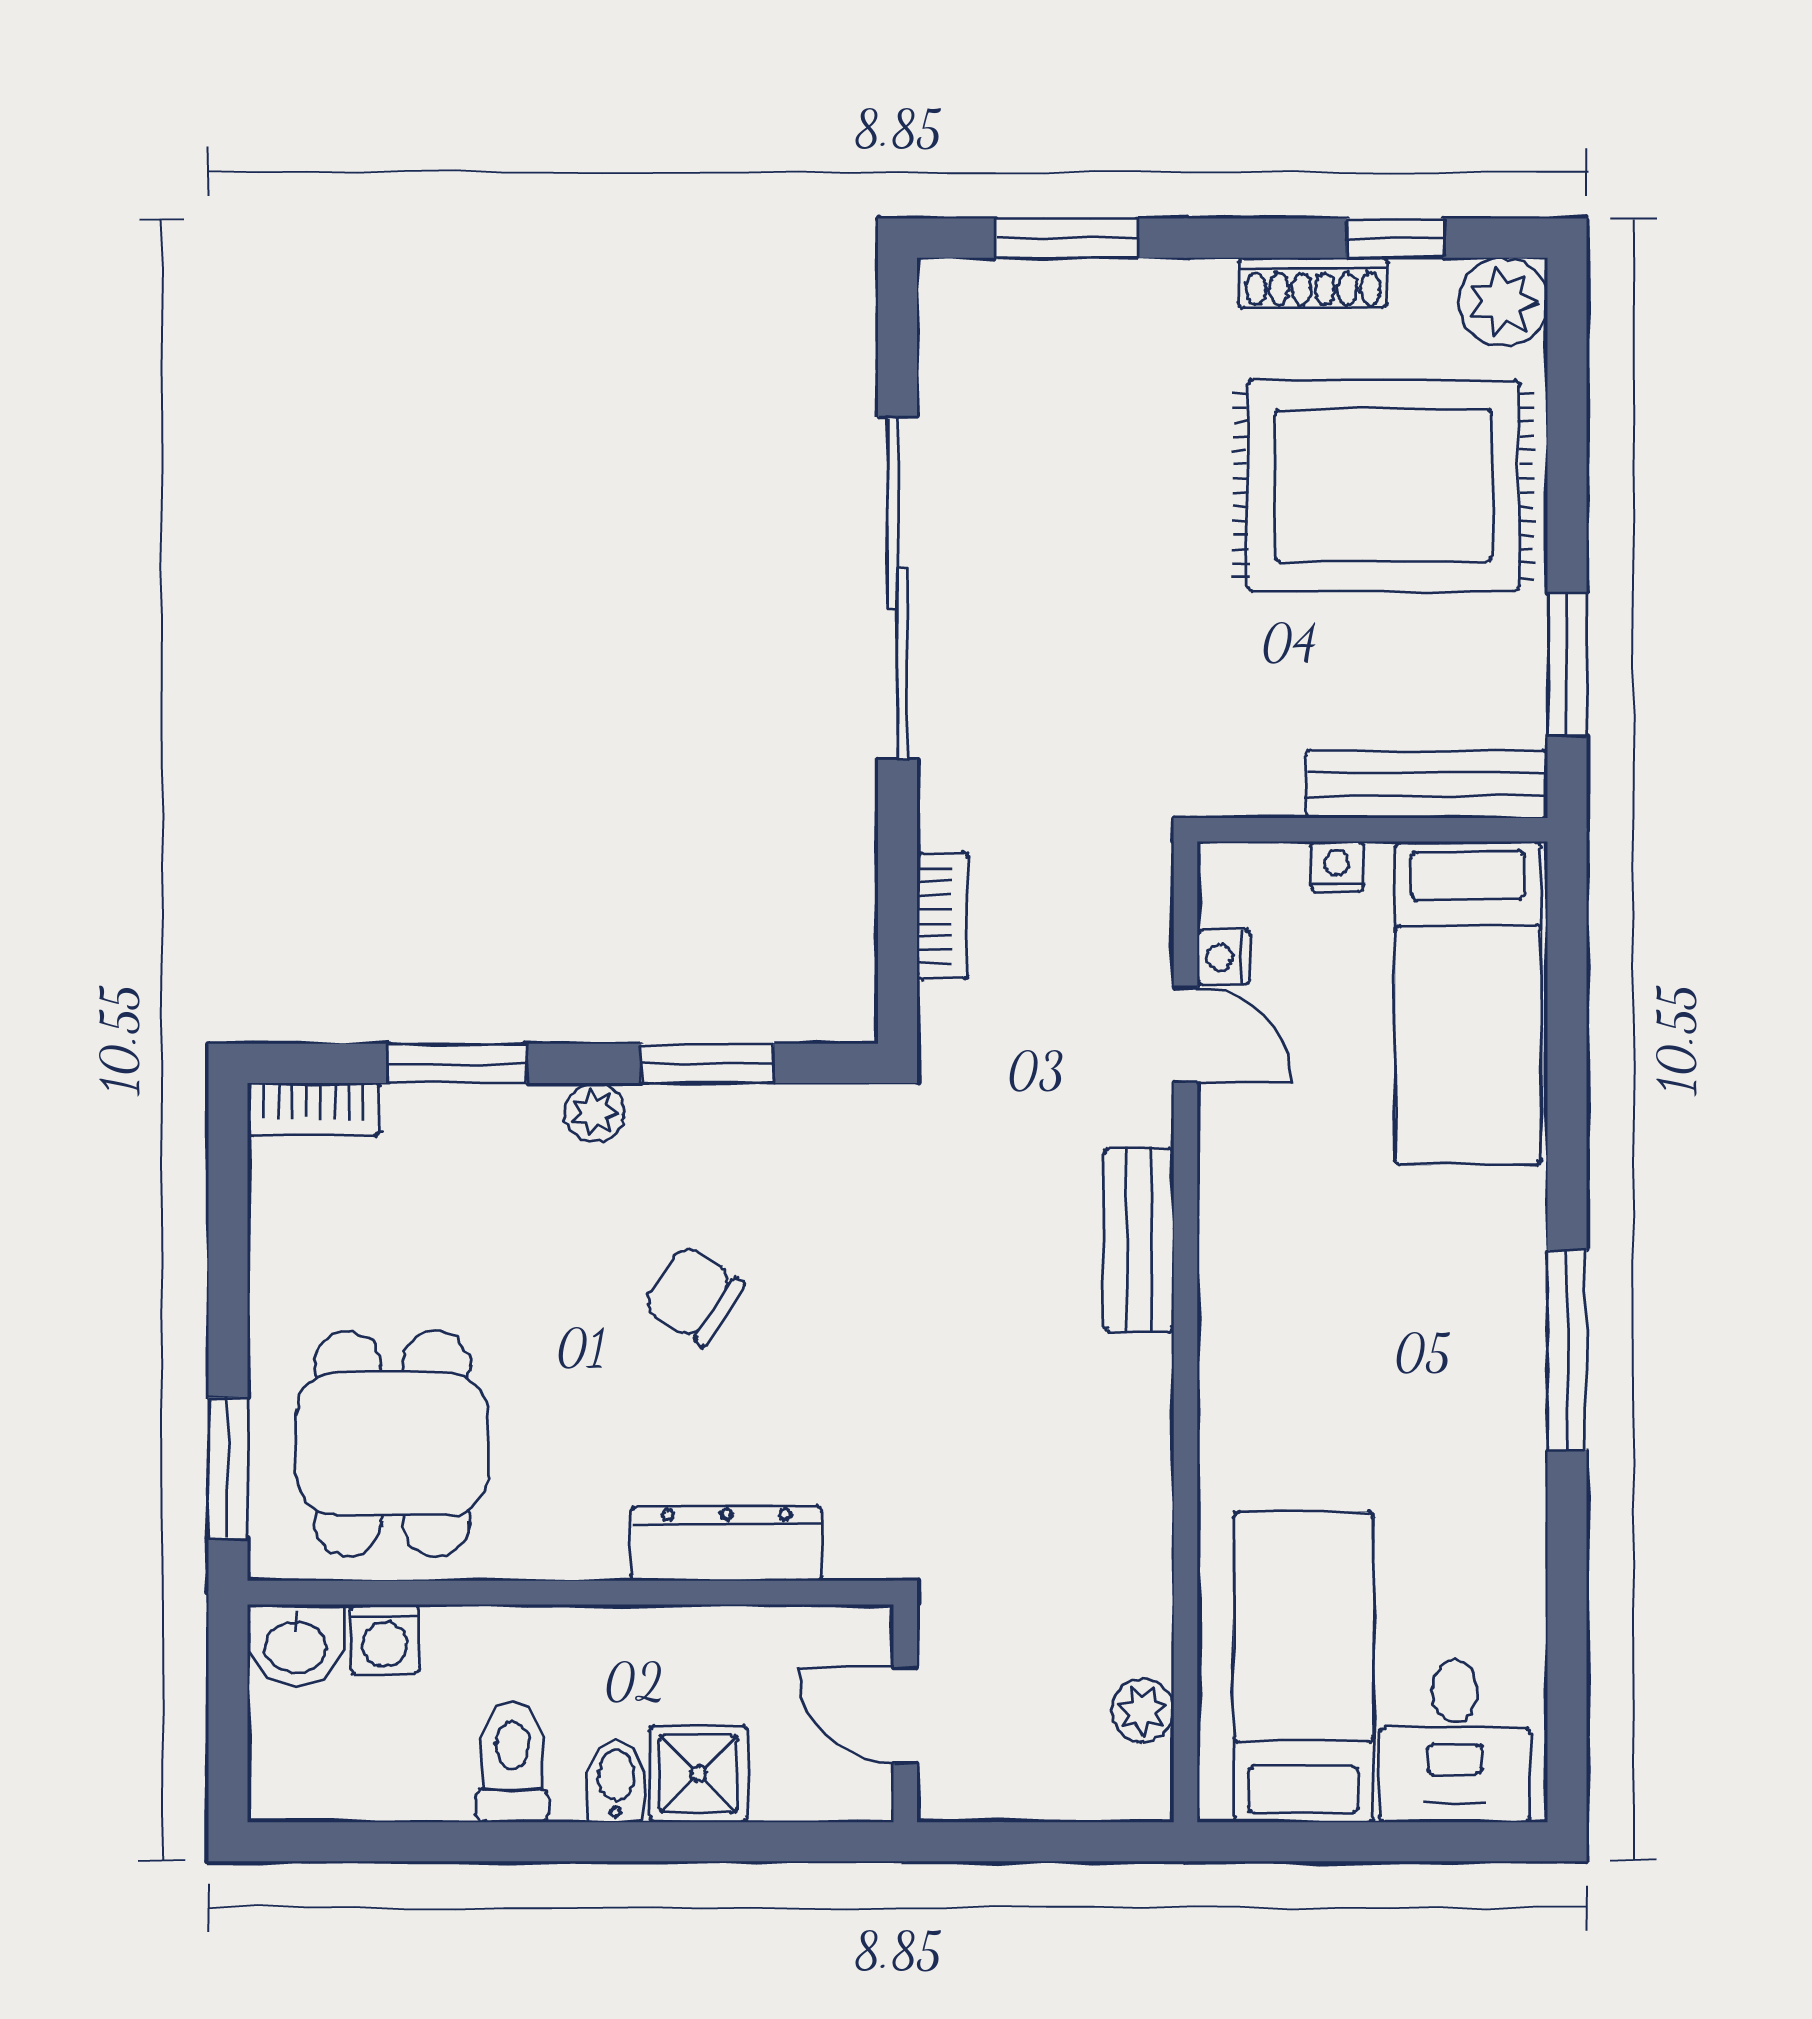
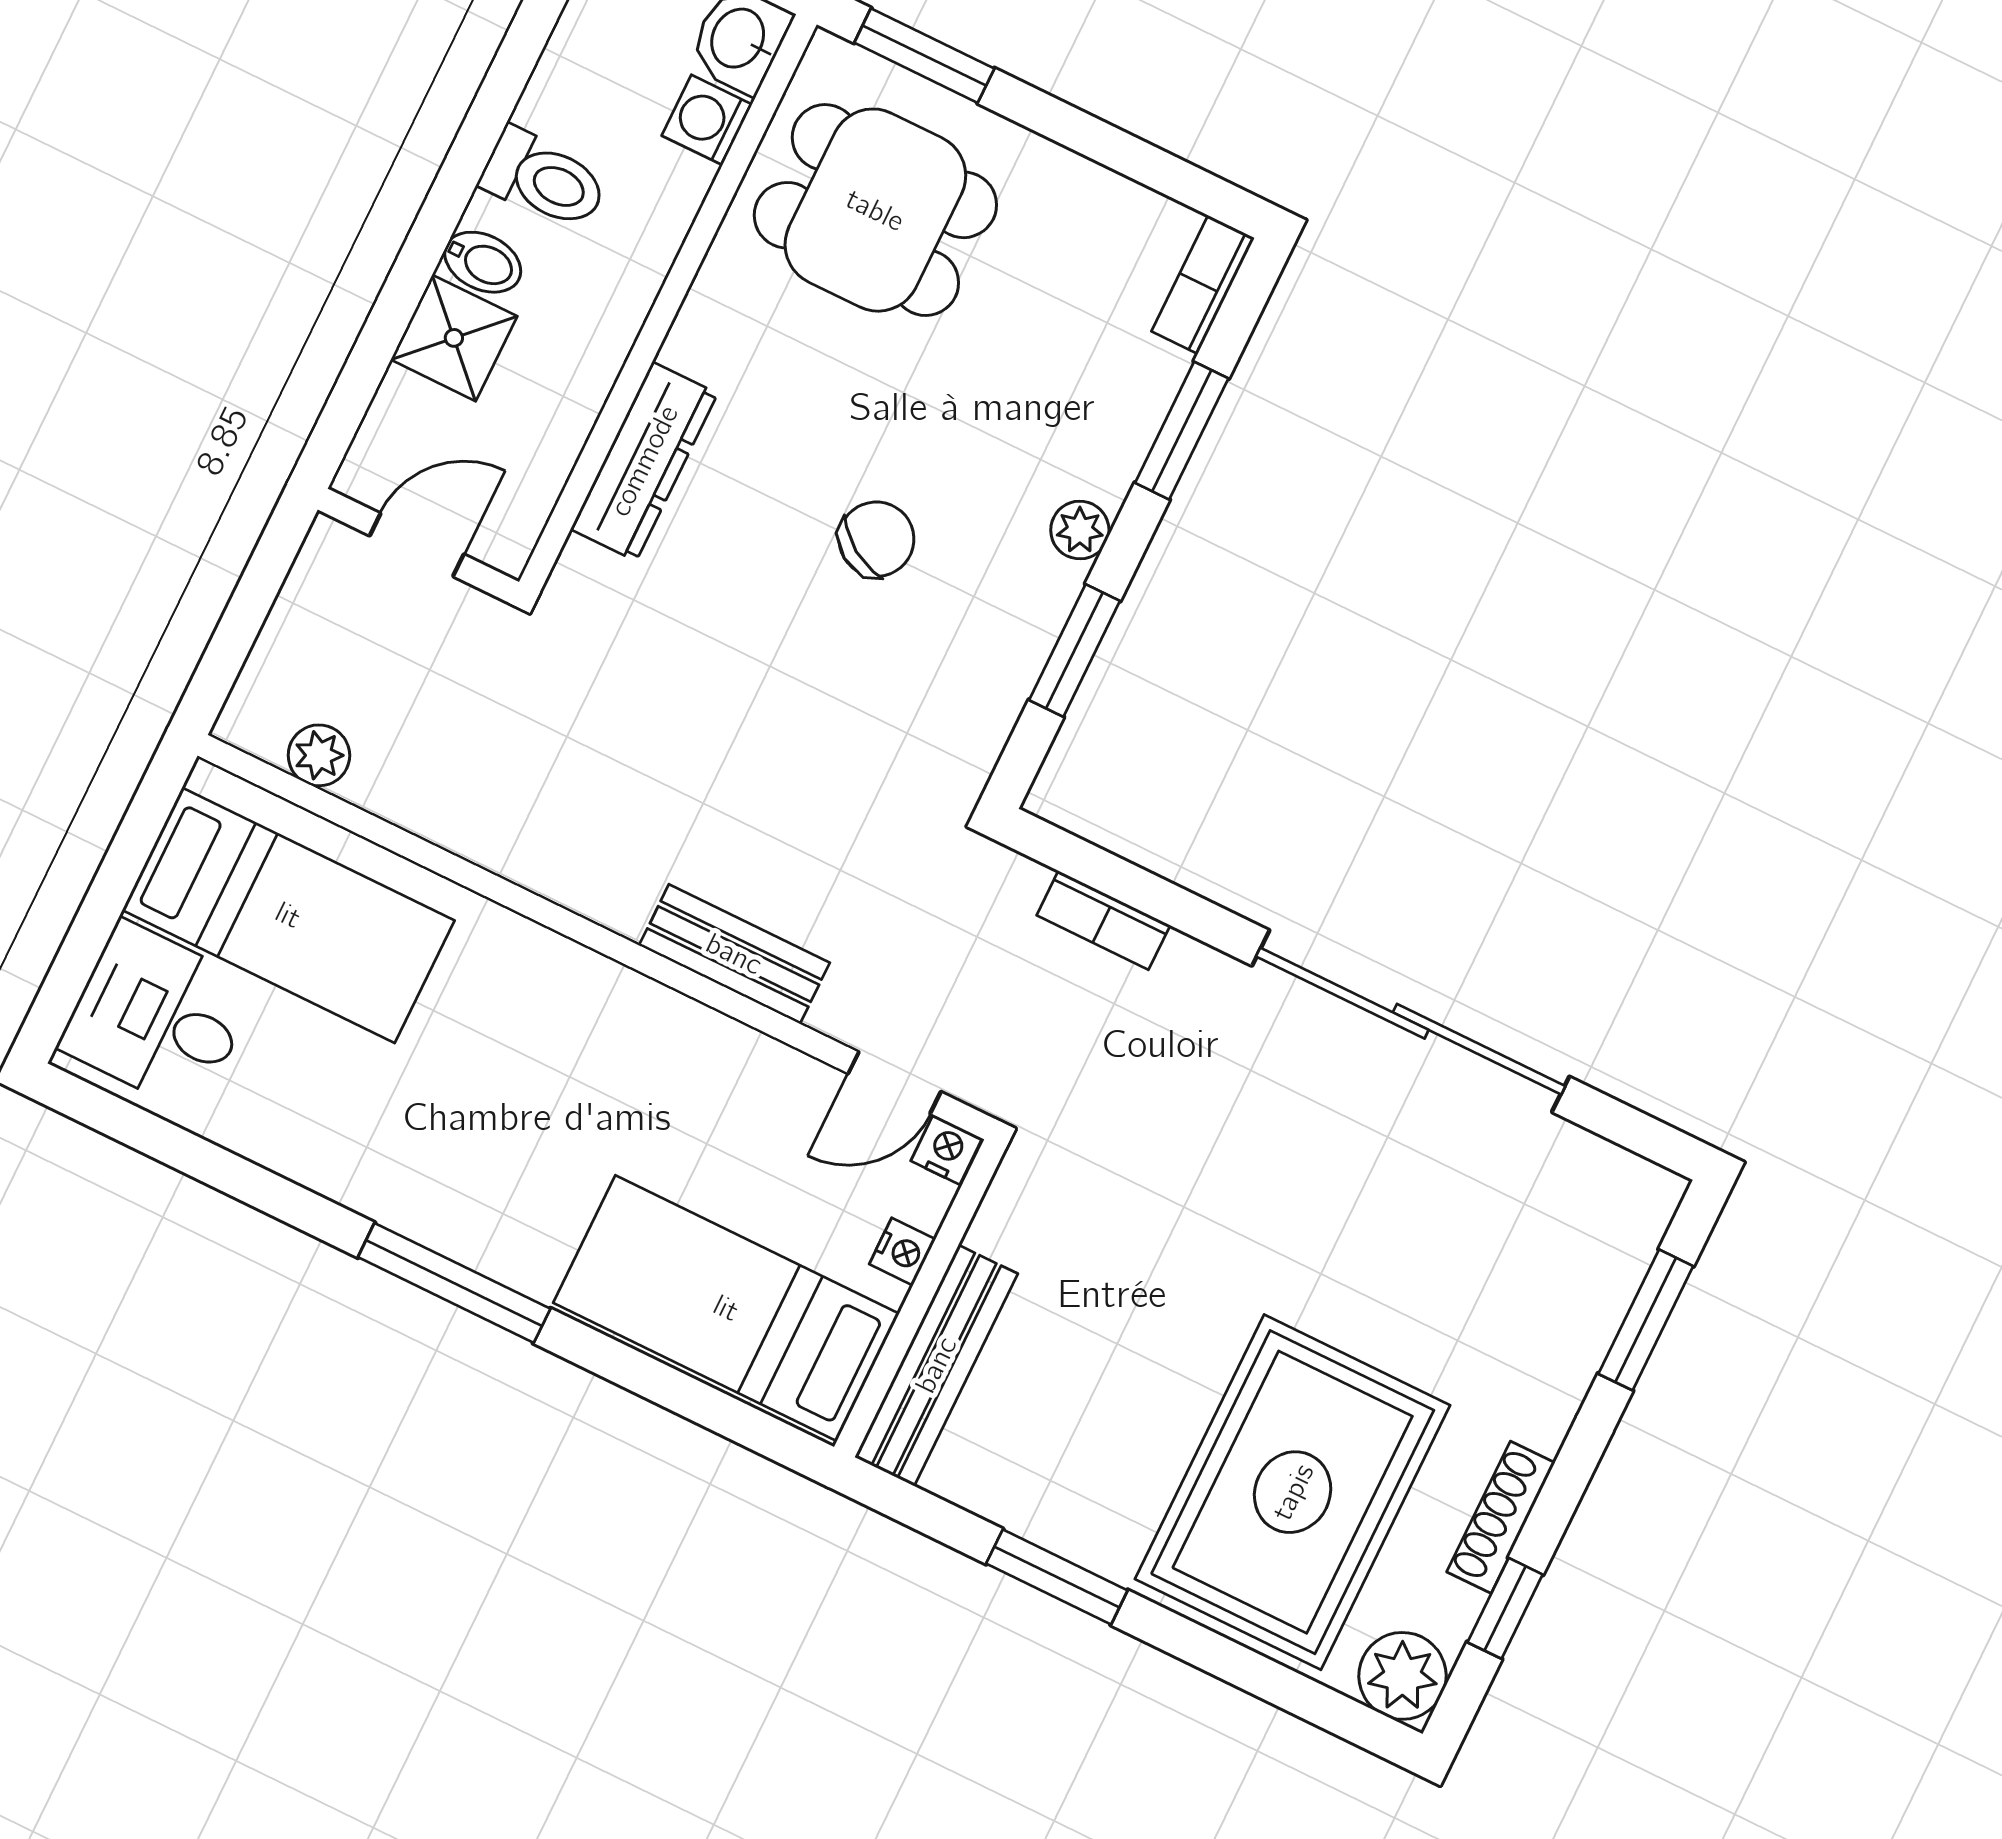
bench: (1427, 784) -> (936, 1365), moved
wall: (1372, 830) -> (919, 1298), moved
nightstand: (1337, 866) -> (902, 1252), moved
bed: (1468, 1003) -> (726, 1308), moved

